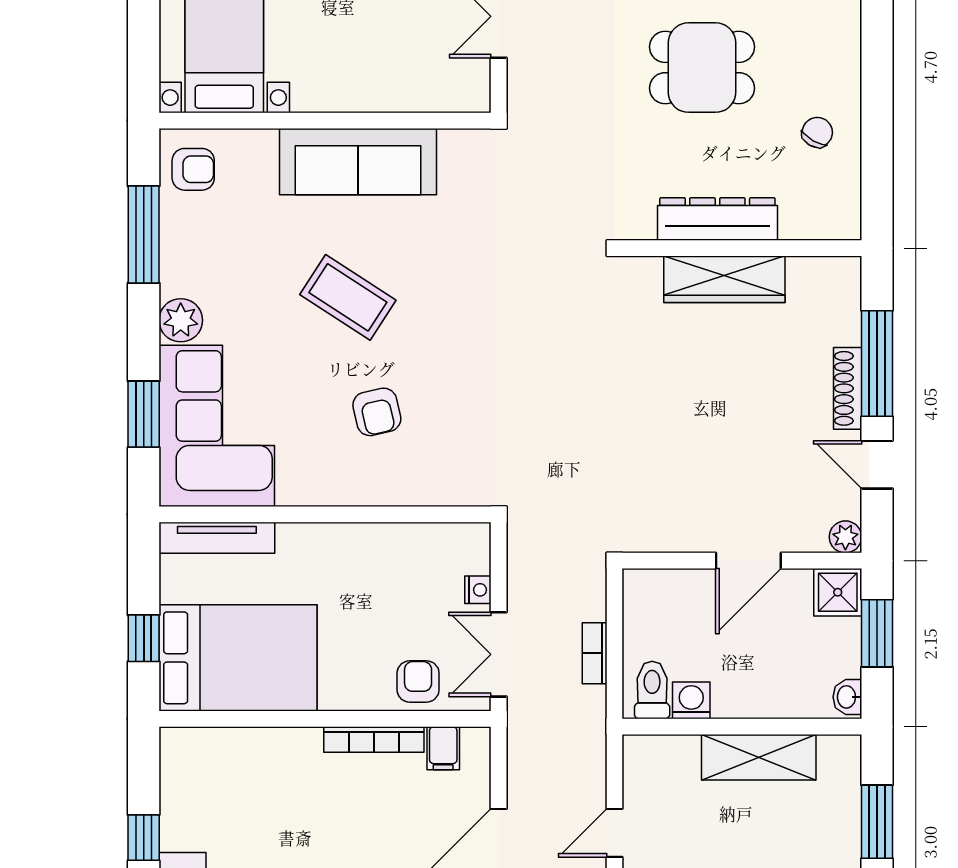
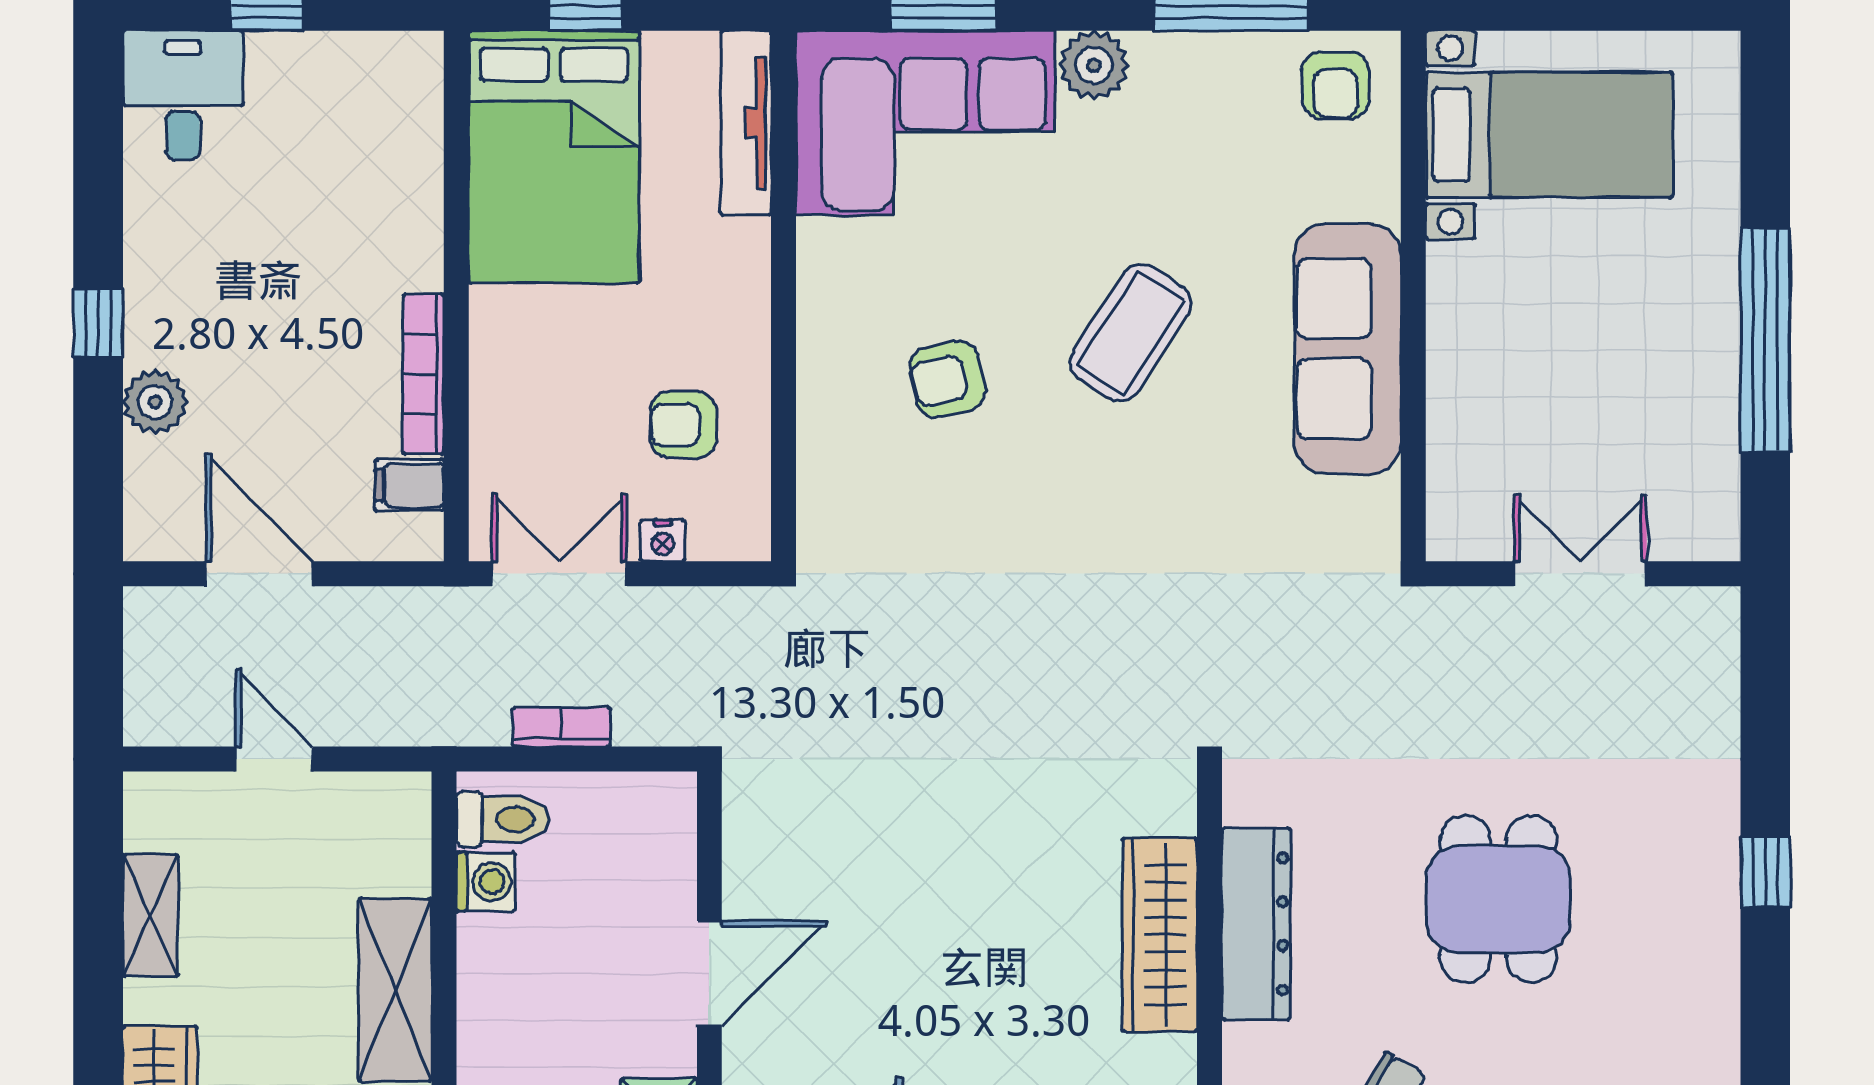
door: (748, 561) -> (709, 973), swing flipped
armchair: (418, 681) -> (683, 425), moved, turned 180

